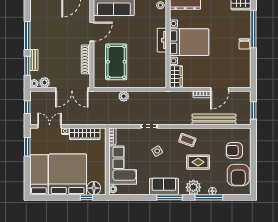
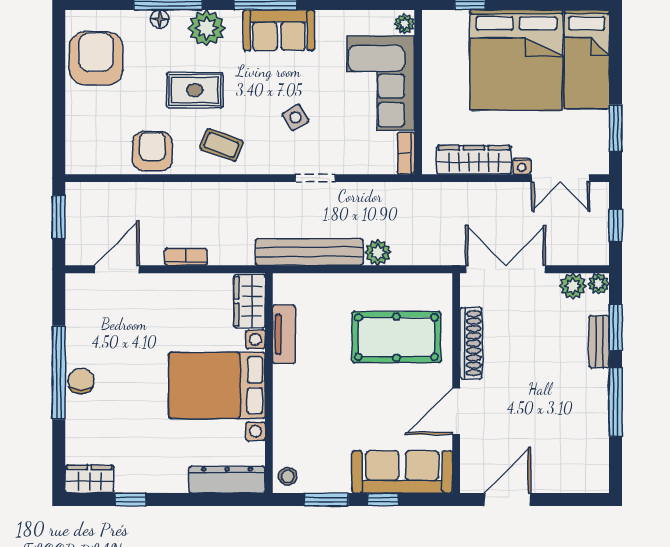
window: (253, 29) -> (59, 373), moved
tv unit: (162, 40) -> (284, 334), moved
pool table: (116, 62) -> (396, 337), turned 90
door: (220, 89) -> (117, 269), moved
bench: (214, 119) -> (309, 252), moved
armchair: (234, 151) -> (152, 151), moved, turned -90
floor lamp: (94, 188) -> (452, 26), removed

